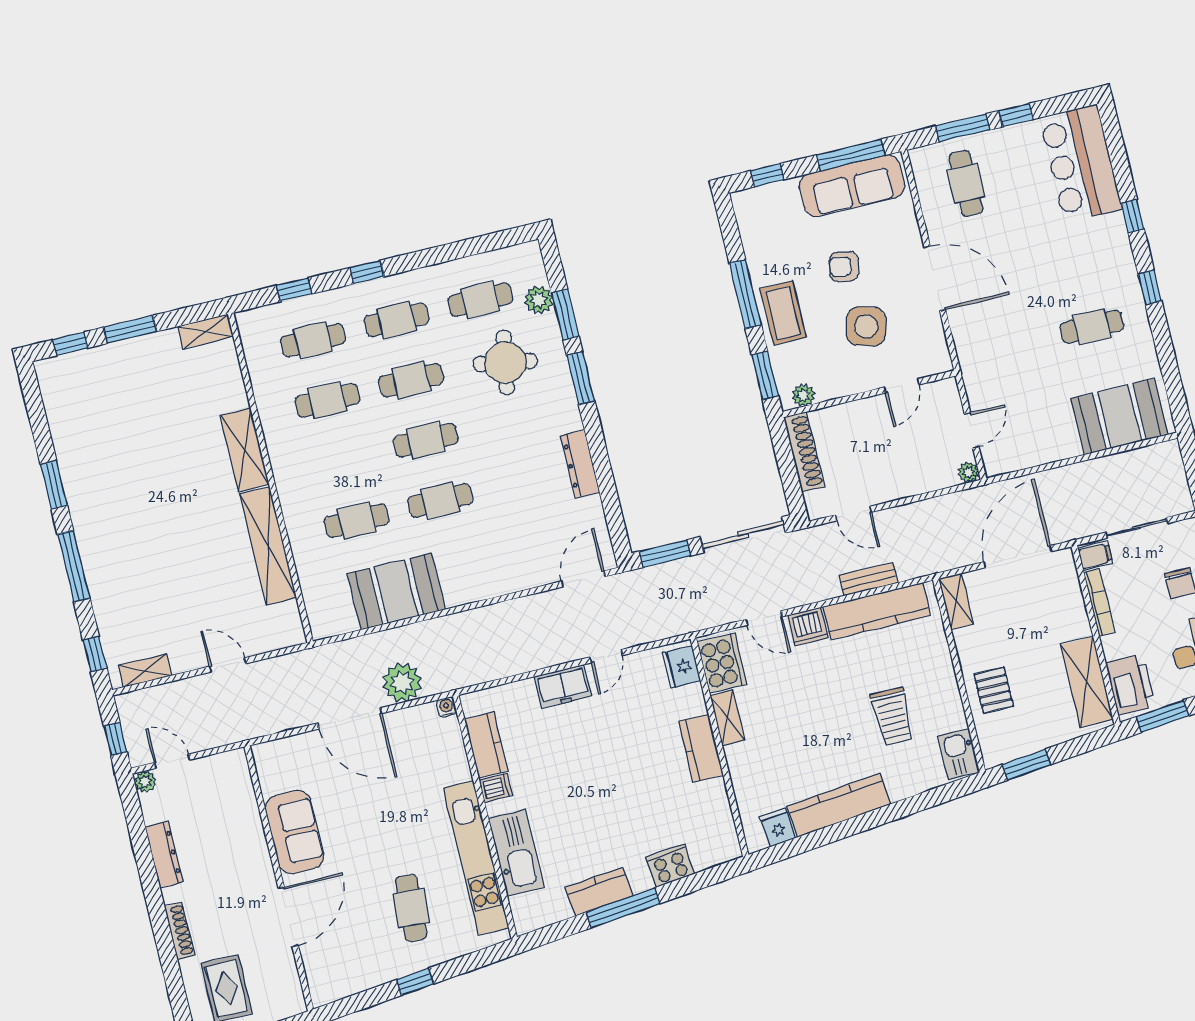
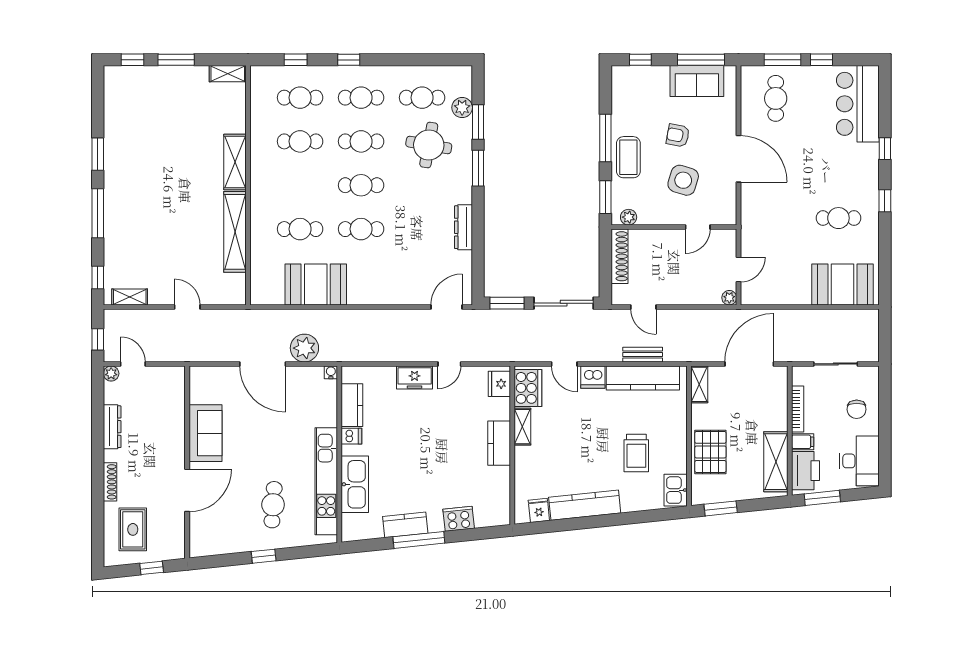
sofa: (852, 186) -> (697, 81), width x0.73
filing cabinet: (1095, 556) -> (803, 442), moved
pallet: (994, 690) -> (710, 452), width x1.50, depth x1.42

